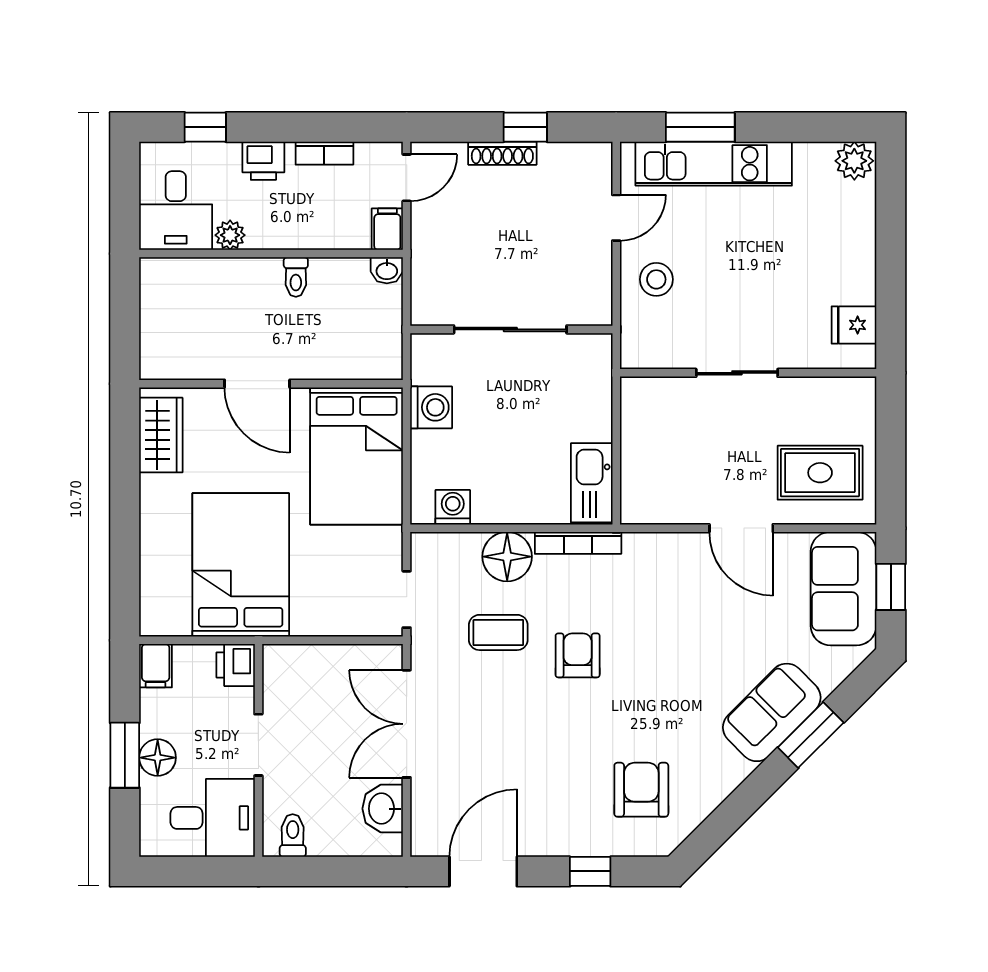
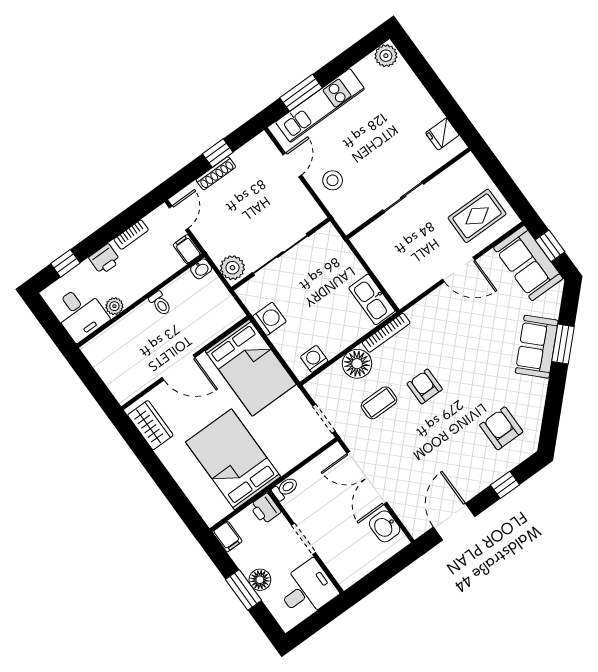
plant: (431, 300) -> (232, 268), added
toilet: (293, 836) -> (285, 488), moved, turned 90

